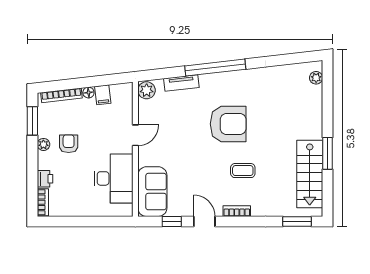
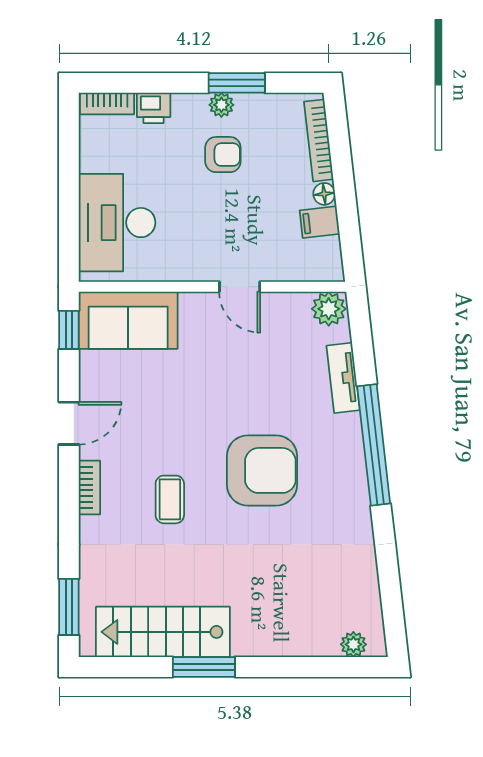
window: (32, 121) -> (237, 83), moved
armchair: (228, 124) -> (262, 470), turned -90
desk: (114, 178) -> (117, 223), moved, turned 90
window: (172, 222) -> (69, 330), moved

